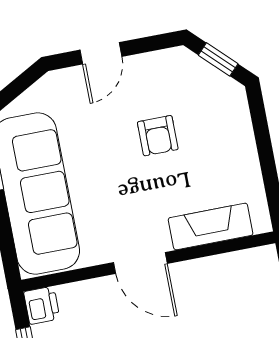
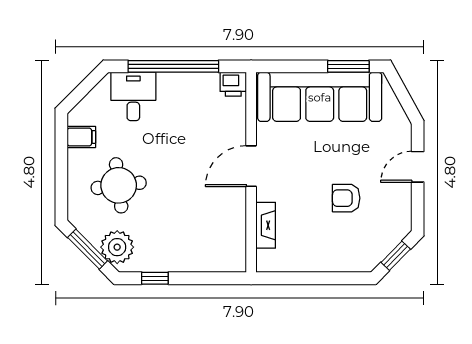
door: (101, 53) -> (418, 167), hinge flipped
fireplace: (211, 226) -> (266, 225), width x0.73, depth x0.76

